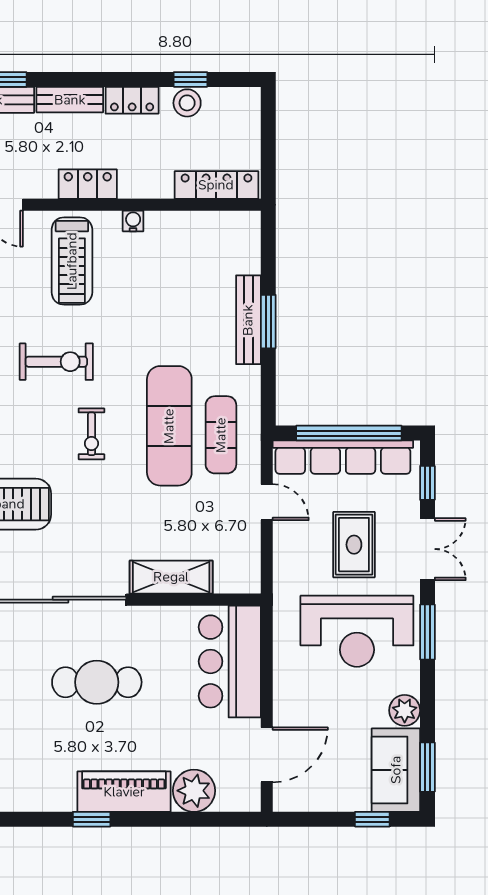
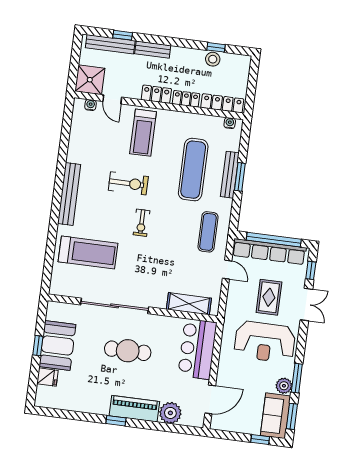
locker: (132, 100) -> (186, 99), moved, turned 180
water cooler: (133, 221) -> (230, 123), moved
exercise mat: (169, 426) -> (193, 170), moved
shelving: (171, 577) -> (189, 304), moved
window: (427, 632) -> (297, 378), moved

